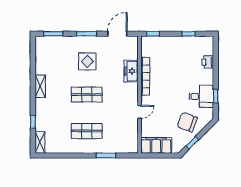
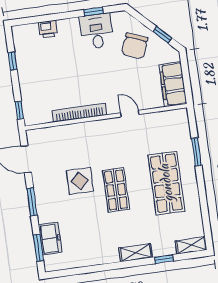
display table: (87, 61) -> (80, 181), moved
freezer: (131, 71) -> (50, 238), moved, turned -90
shelving: (40, 86) -> (136, 253), moved
shop shelf: (87, 131) -> (166, 183), width x1.43, depth x1.36

